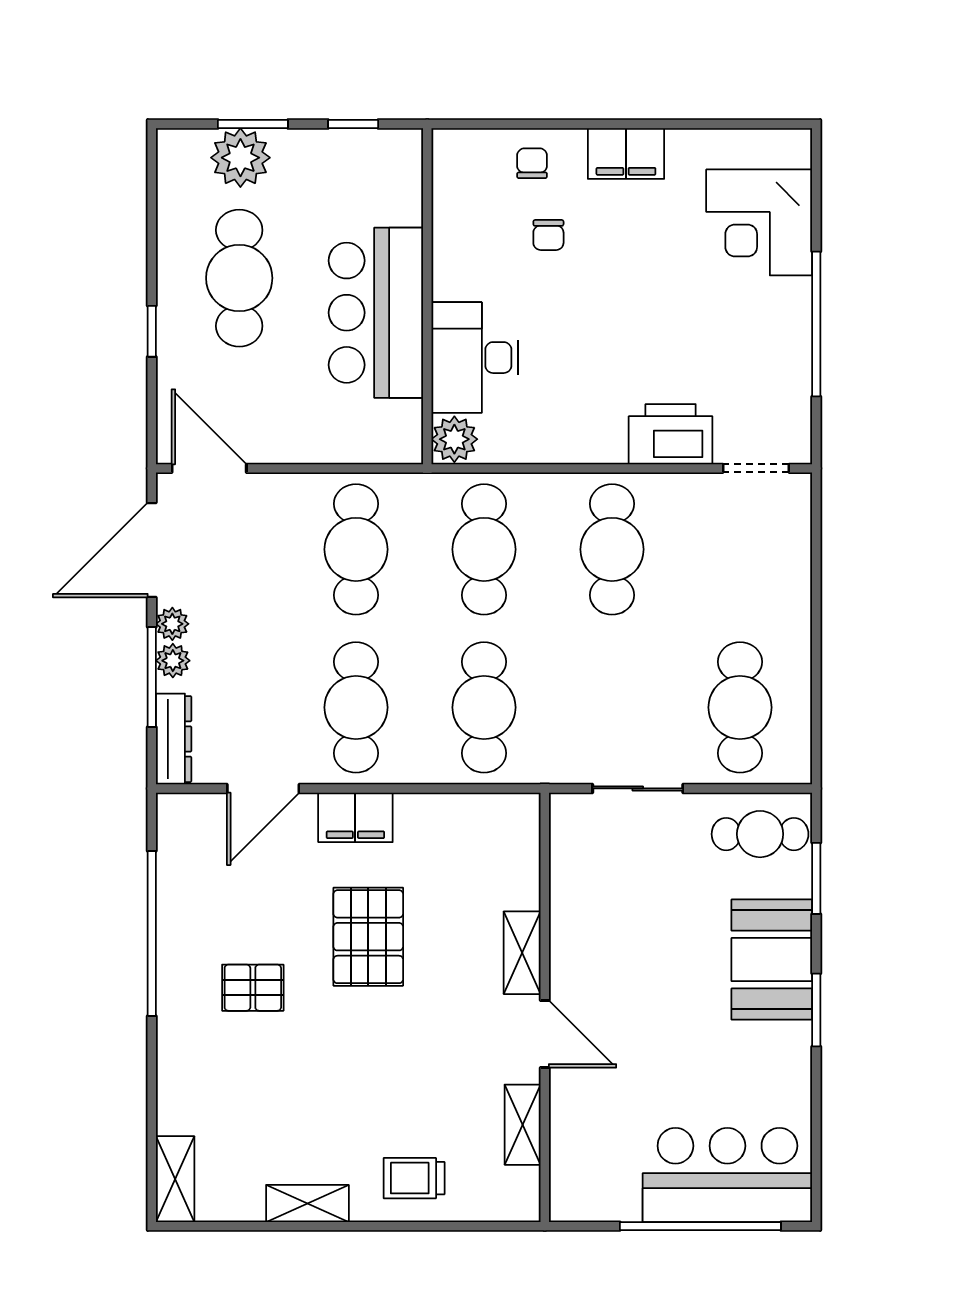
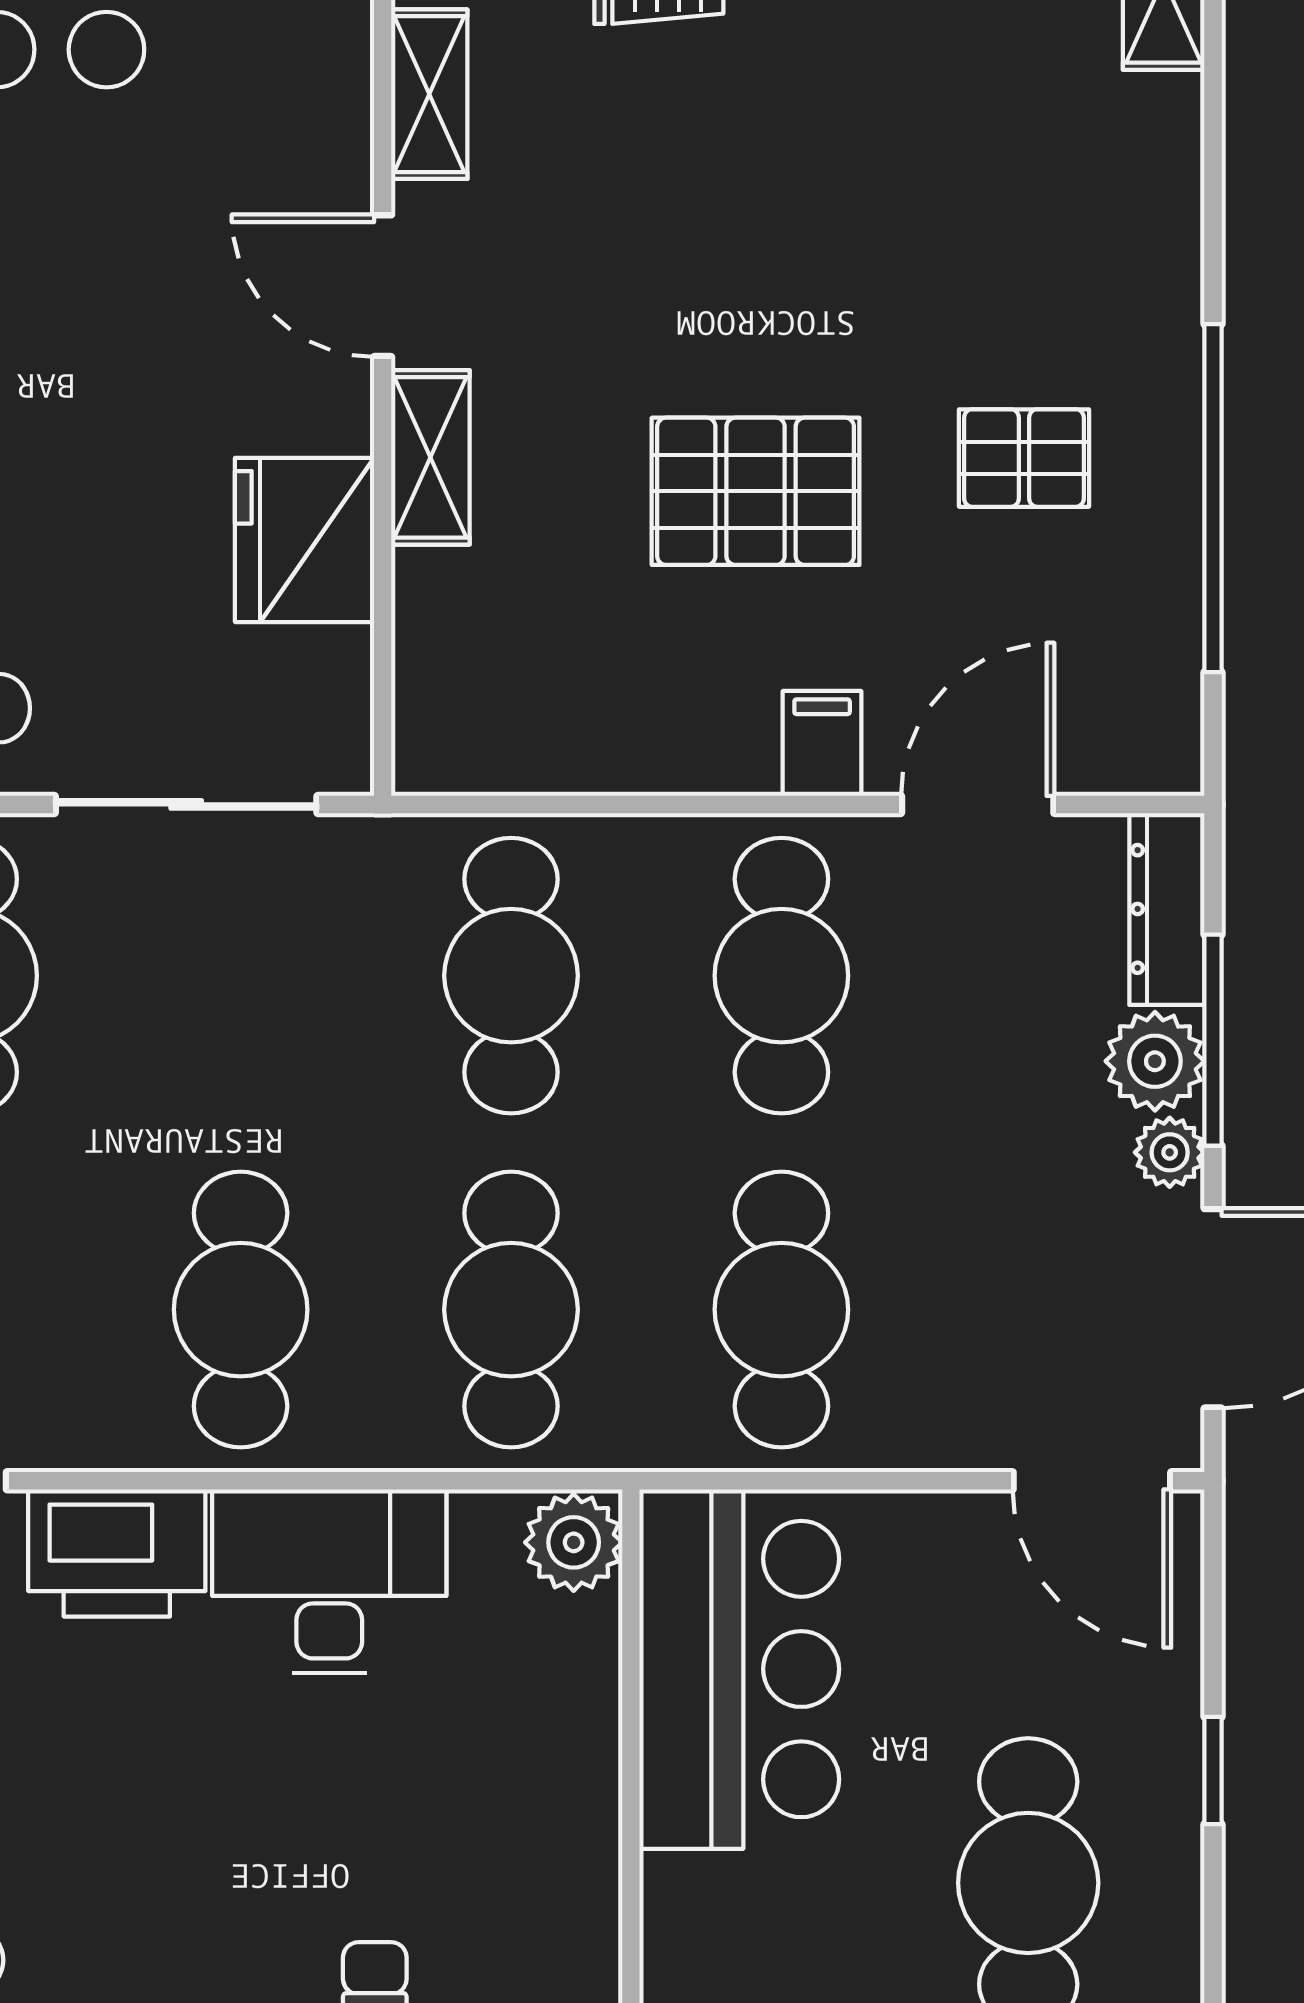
bar counter: (376, 313) -> (739, 1669), moved
desk: (475, 358) -> (329, 1581), moved, turned -90
plant: (173, 661) -> (1155, 1061), width x1.38, depth x1.38
sliding door: (638, 788) -> (186, 804), width x1.37
filing cabinet: (355, 817) -> (822, 743), width x0.50
fridge: (582, 914) -> (305, 540), added
pallet: (368, 937) -> (756, 491), turned 90
pallet: (253, 988) -> (1024, 458), moved

